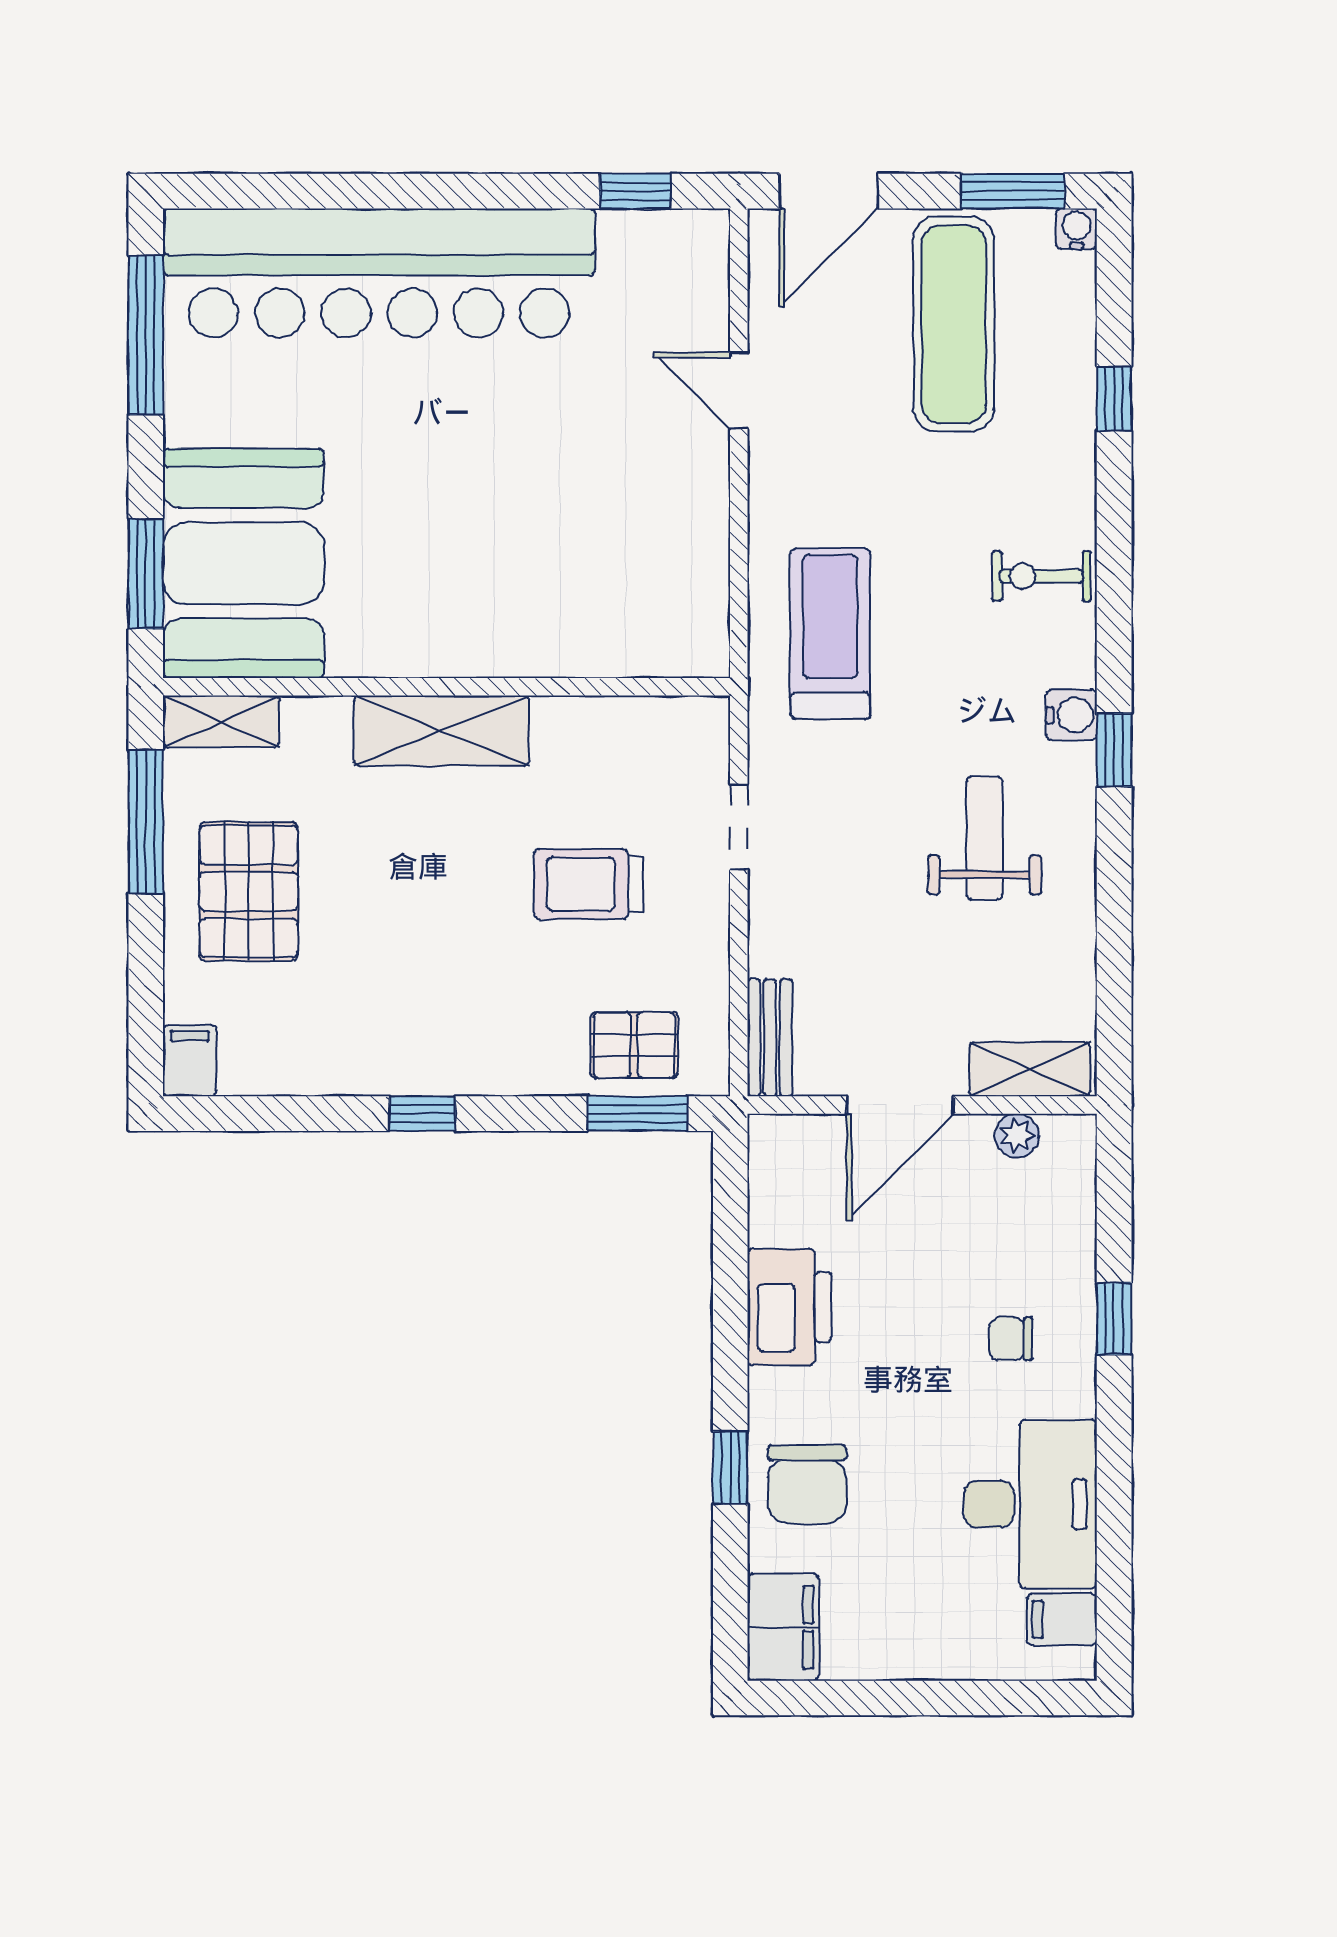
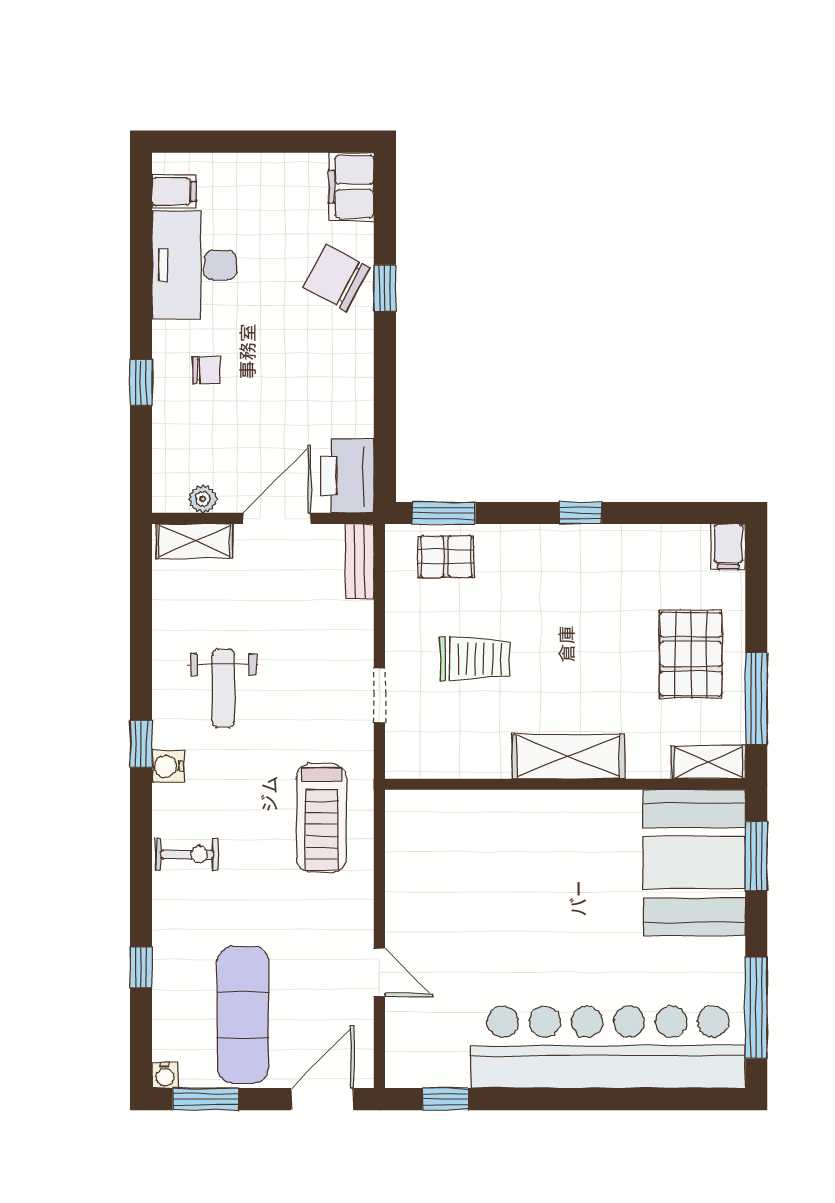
printer: (789, 1307) -> (347, 476), moved
chair: (807, 1484) -> (336, 278), turned -62

